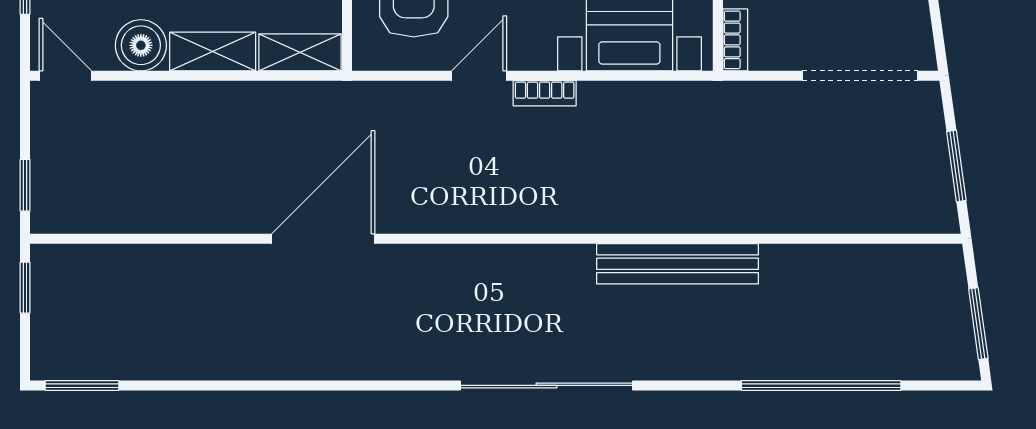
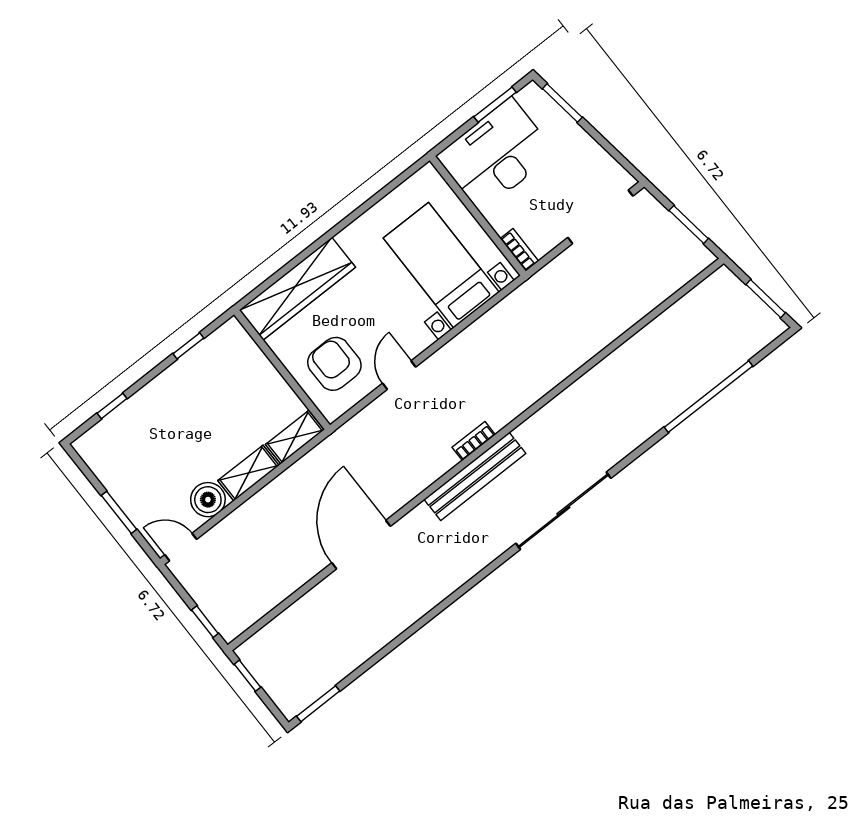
bookcase: (545, 93) -> (474, 441), moved, turned 180
door: (323, 239) -> (361, 545), moved
bench: (678, 264) -> (475, 476), moved

